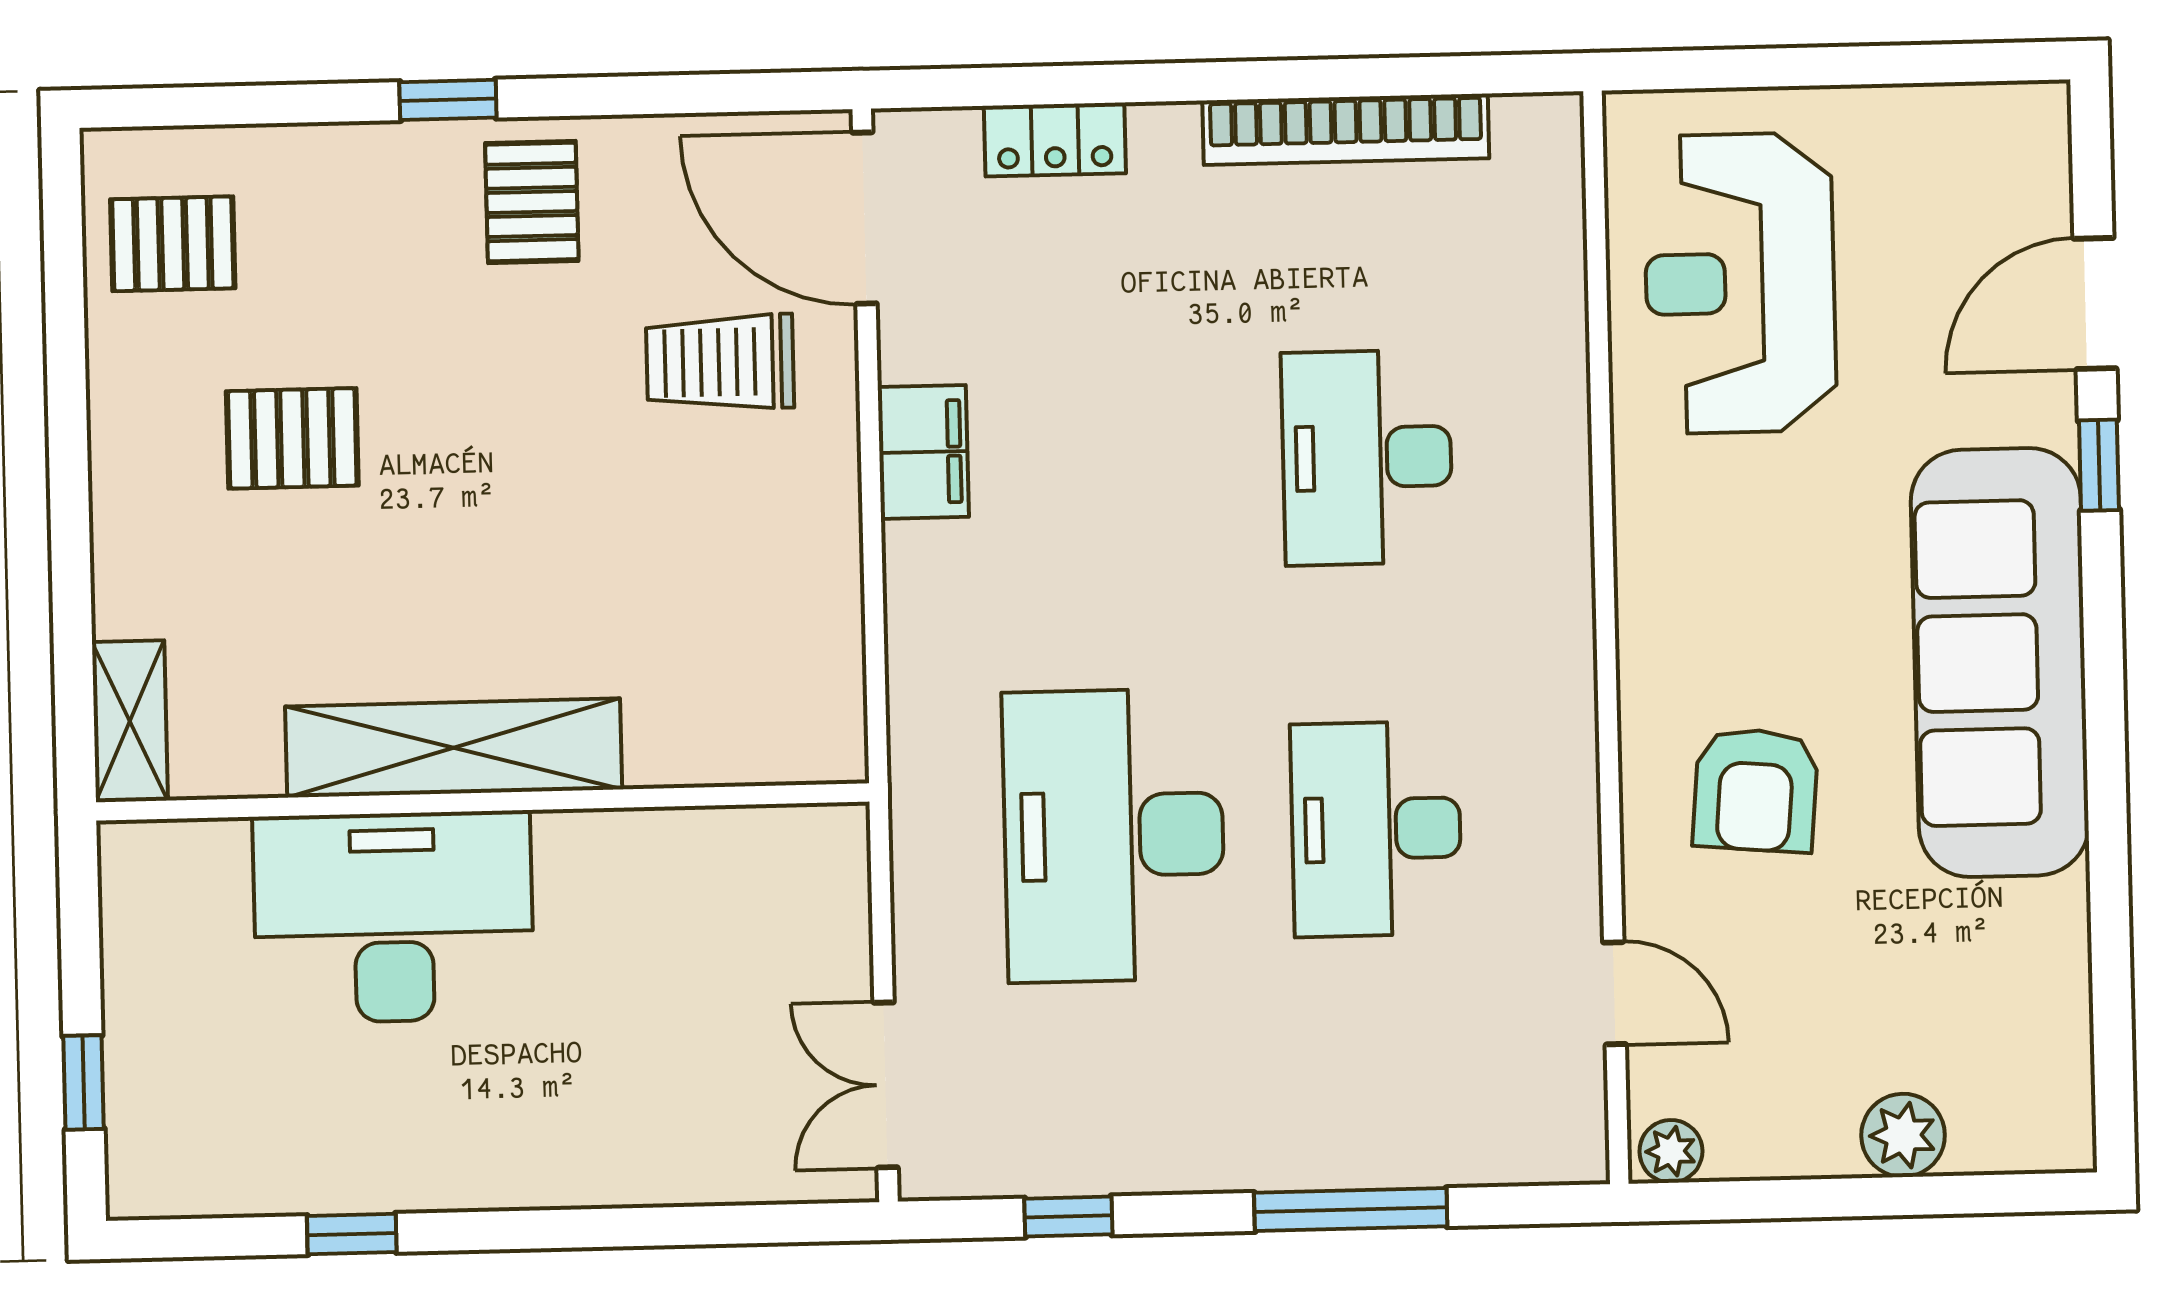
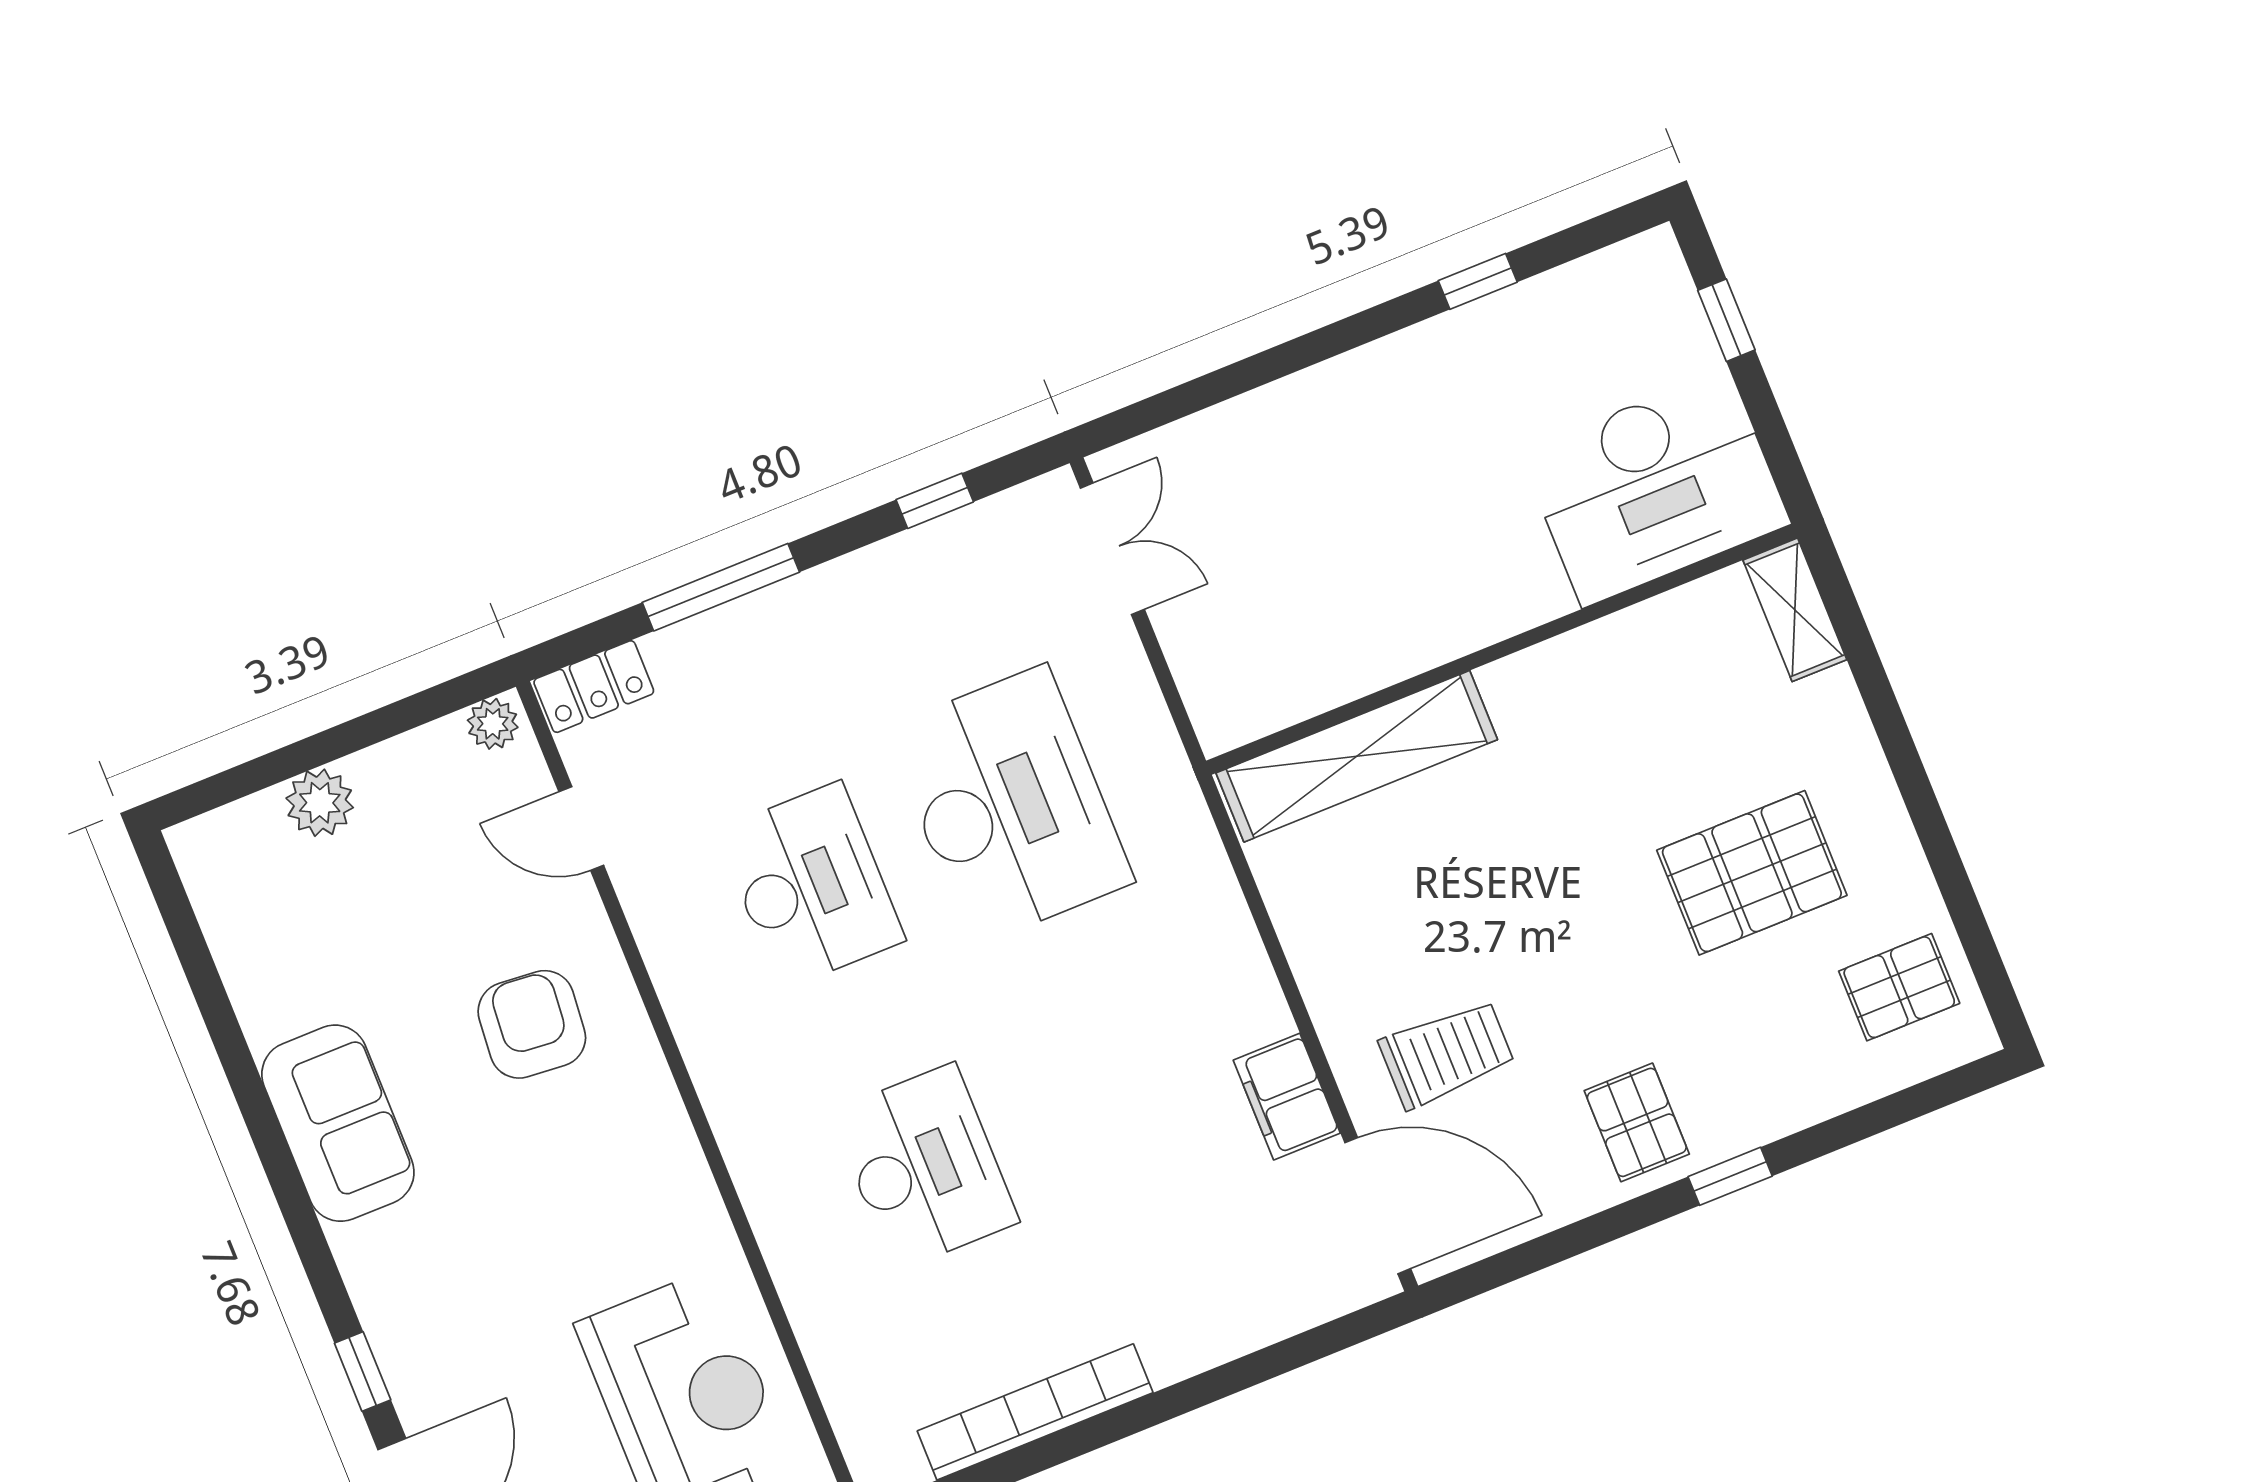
locker: (1055, 140) -> (594, 687), moved, turned 180
pallet: (292, 438) -> (1752, 873), width x1.50, depth x1.42
filing cabinet: (923, 452) -> (1287, 1097), moved
sofa: (2000, 663) -> (338, 1123), width x0.54, depth x0.79
shelving: (454, 748) -> (1357, 756), moved
desk: (393, 917) -> (1655, 488), moved

